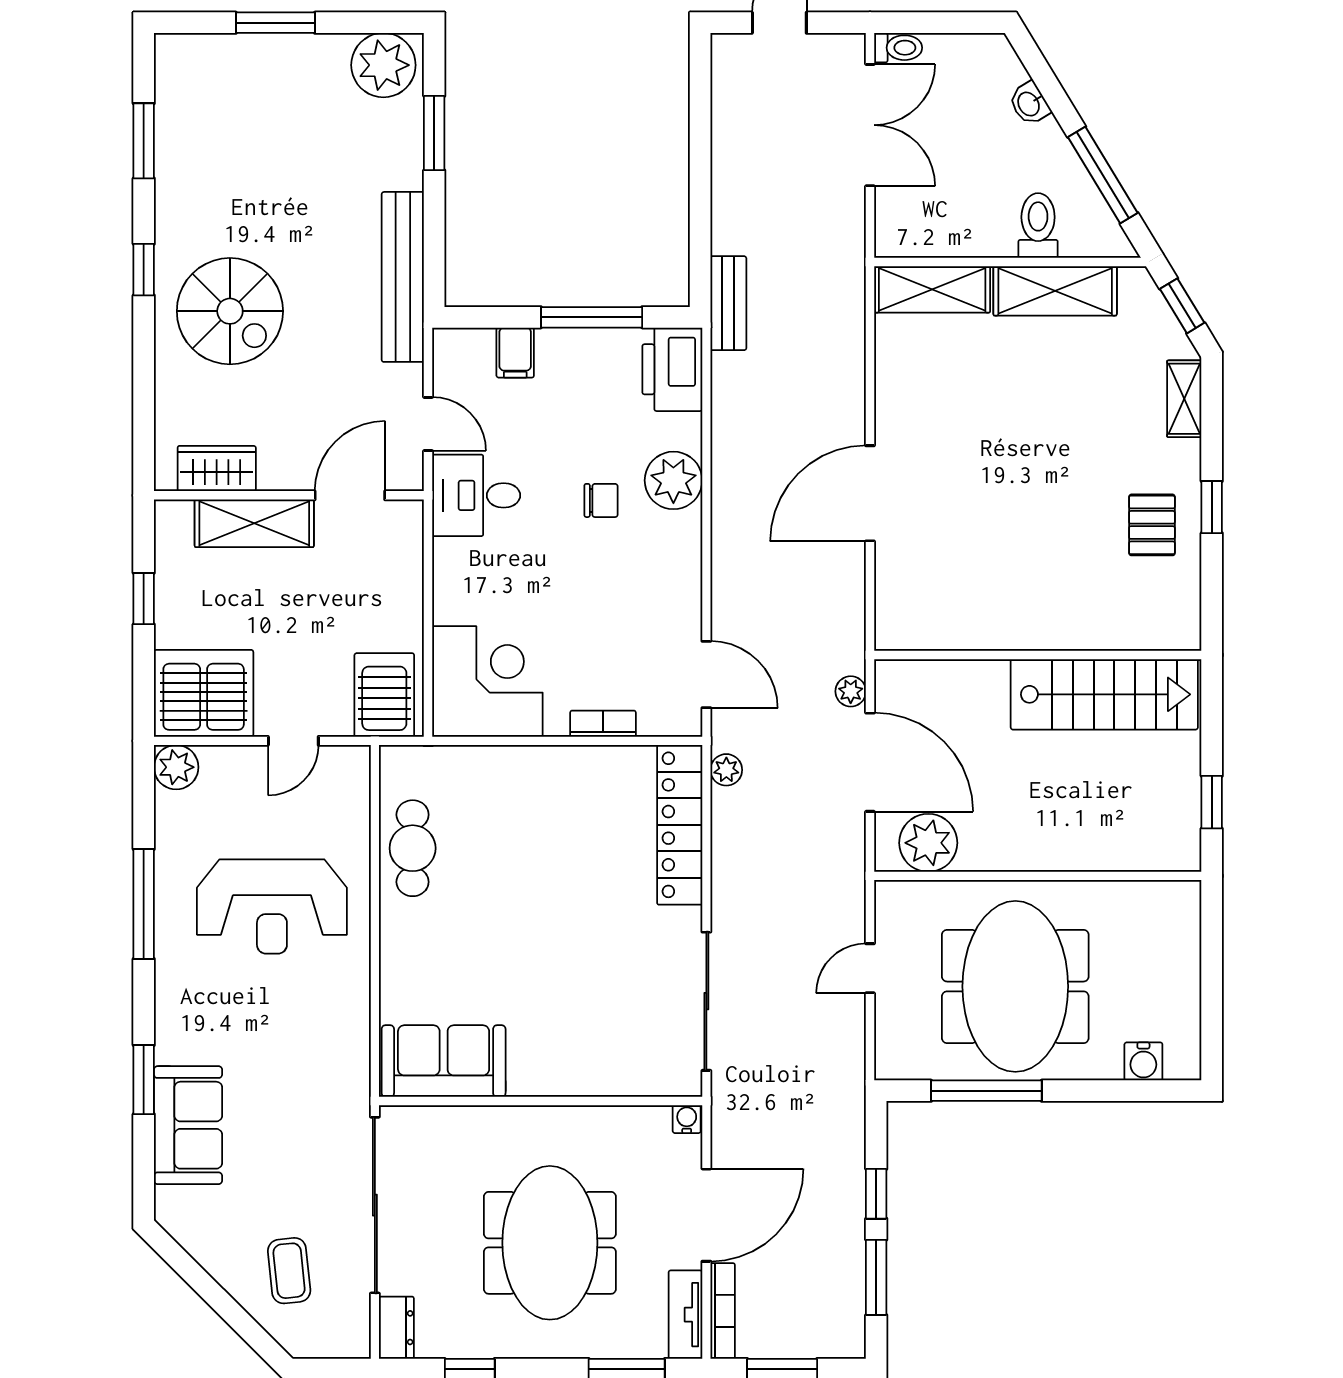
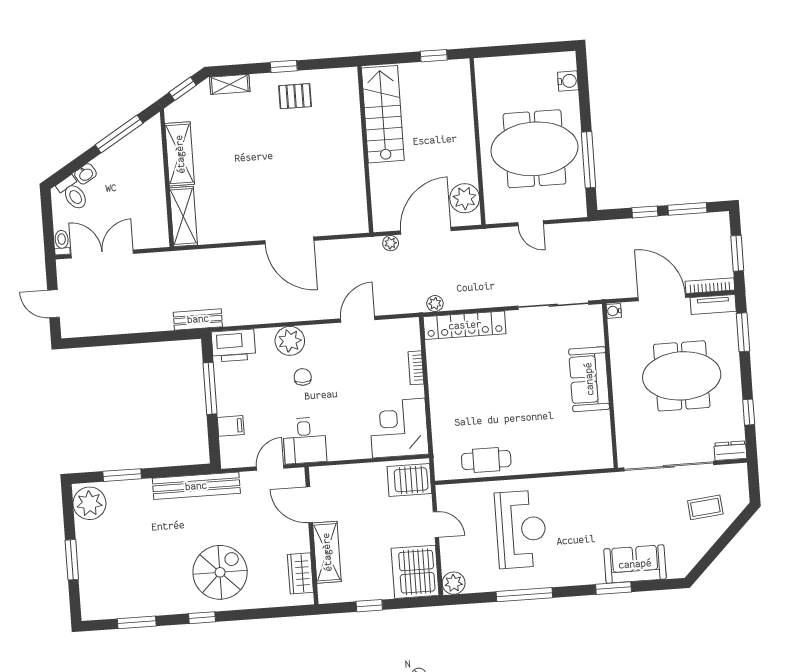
toilet: (1038, 226) -> (73, 193), moved, turned -121
door: (706, 675) -> (358, 319), moved
sofa: (444, 1061) -> (589, 379), moved

